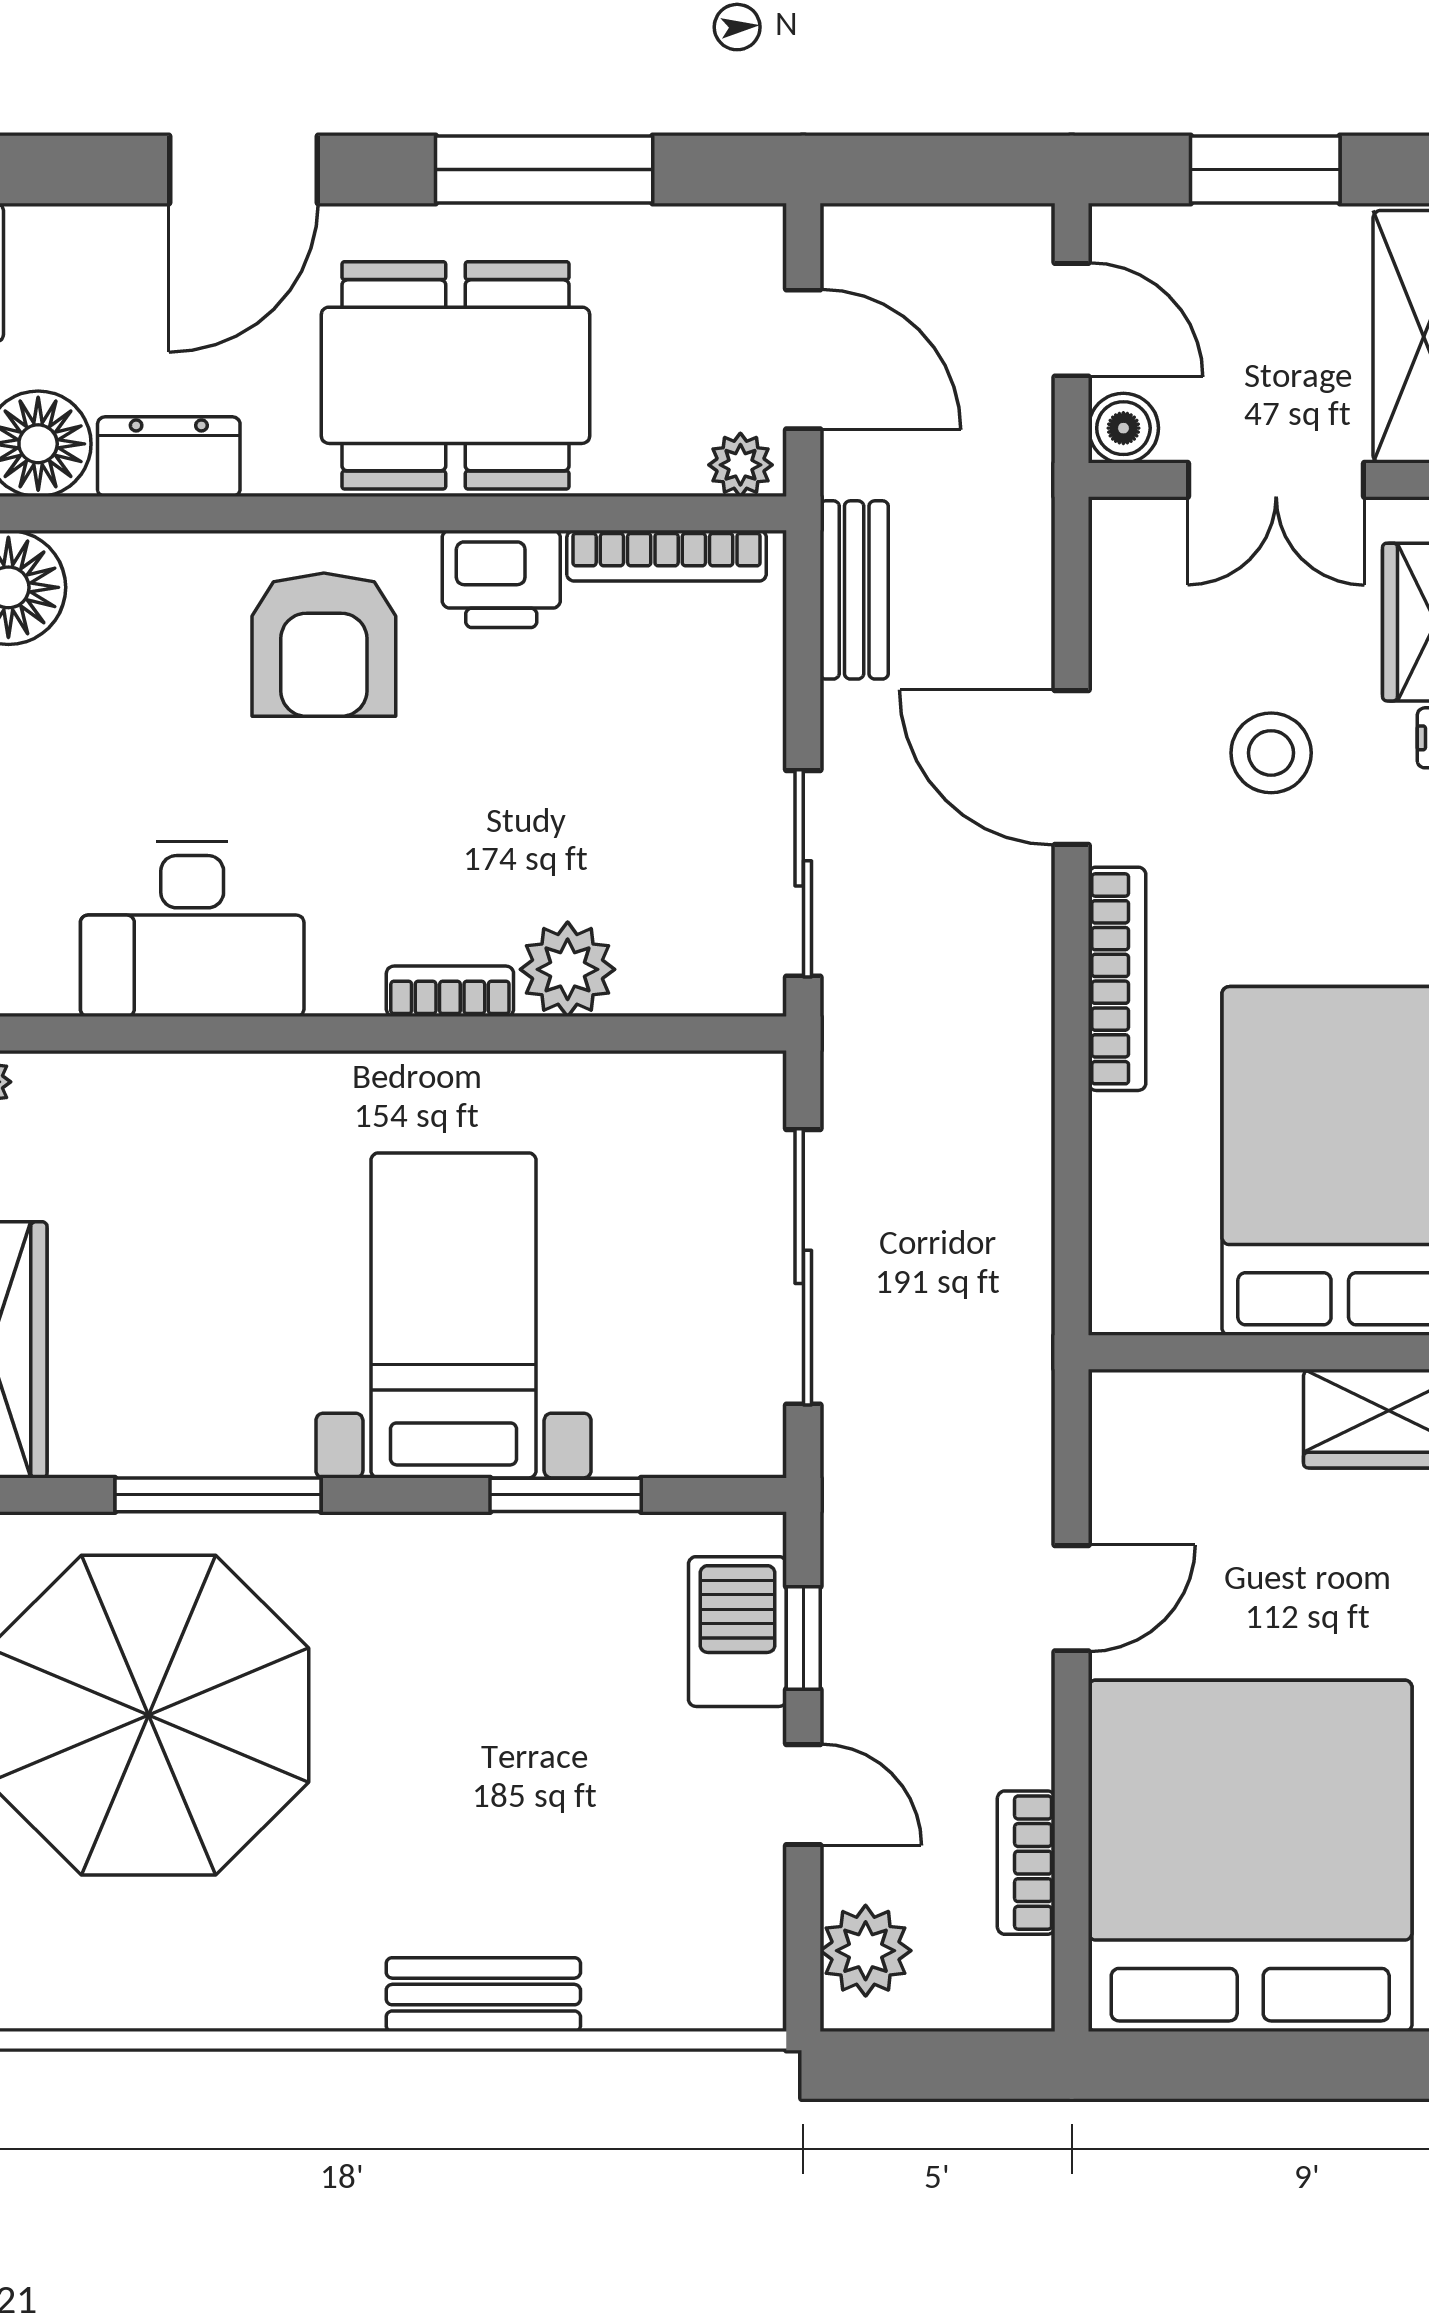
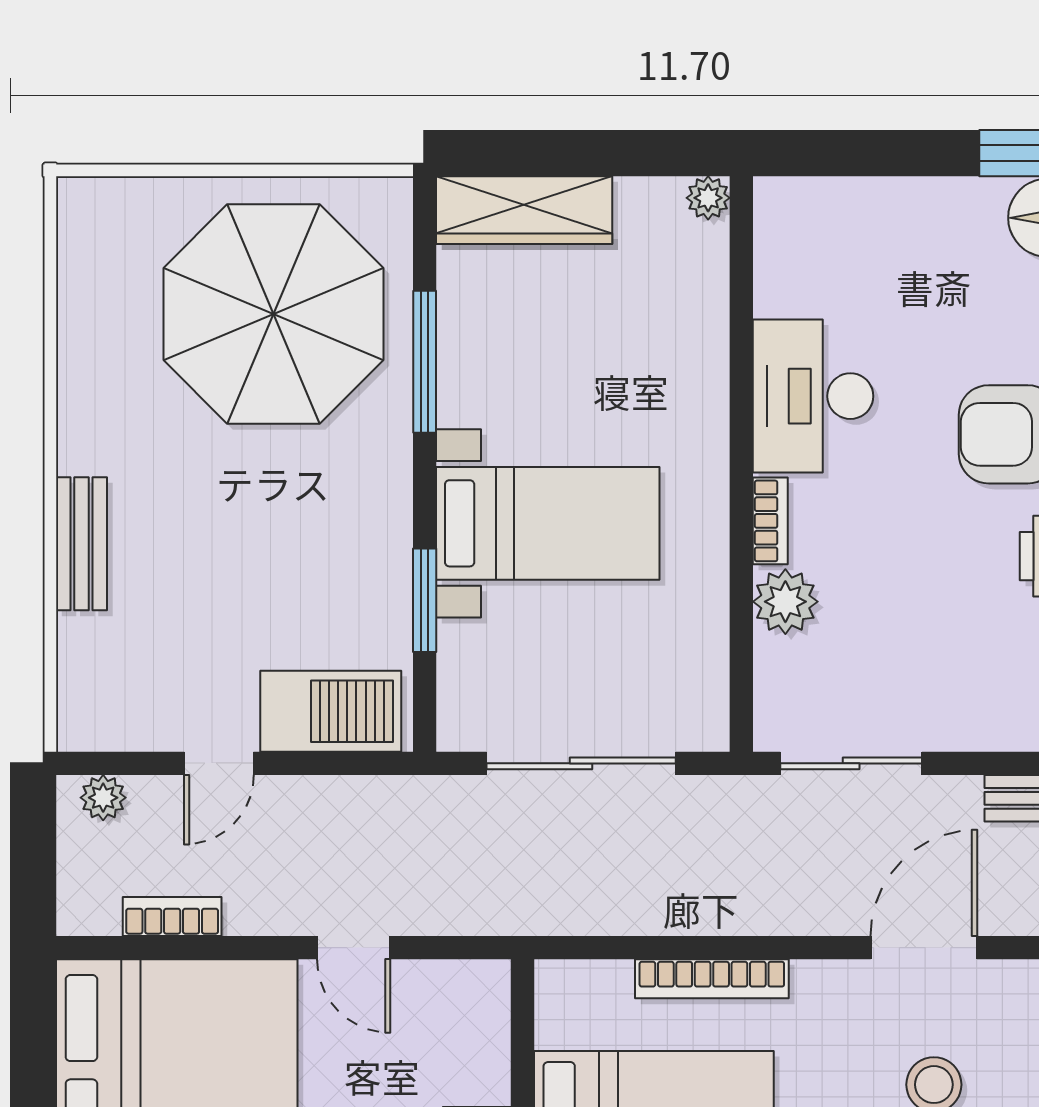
desk: (192, 929) -> (813, 396), moved
bookcase: (1117, 979) -> (712, 979), moved
barbecue: (738, 1632) -> (331, 711), width x1.37, depth x1.21
window: (803, 1638) -> (326, 763), removed
plant: (866, 1951) -> (103, 798), width x0.73, depth x0.73

